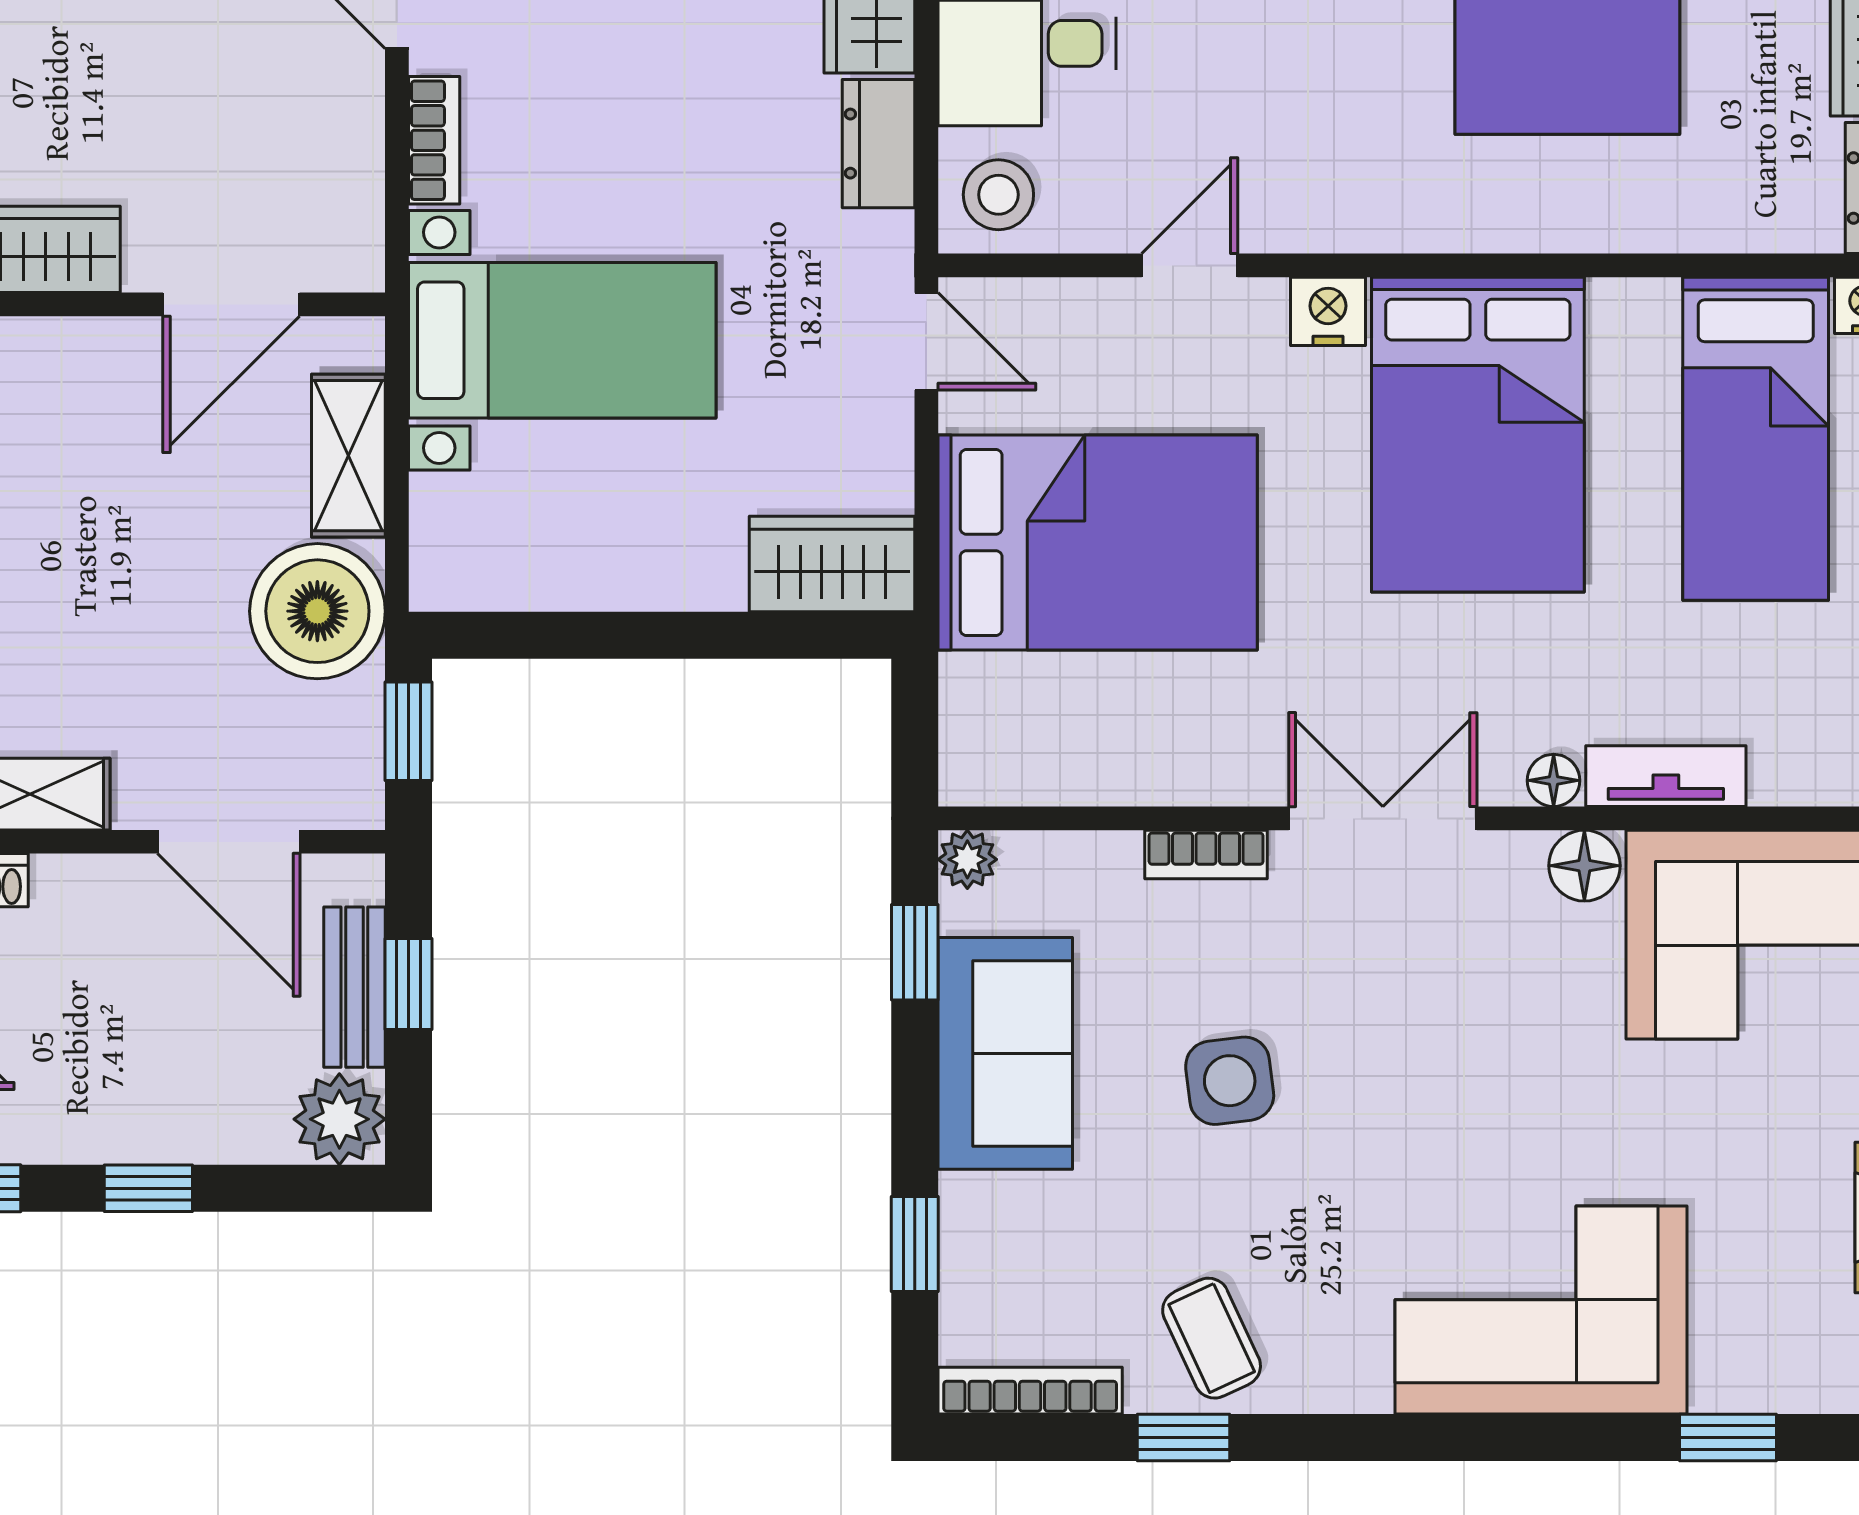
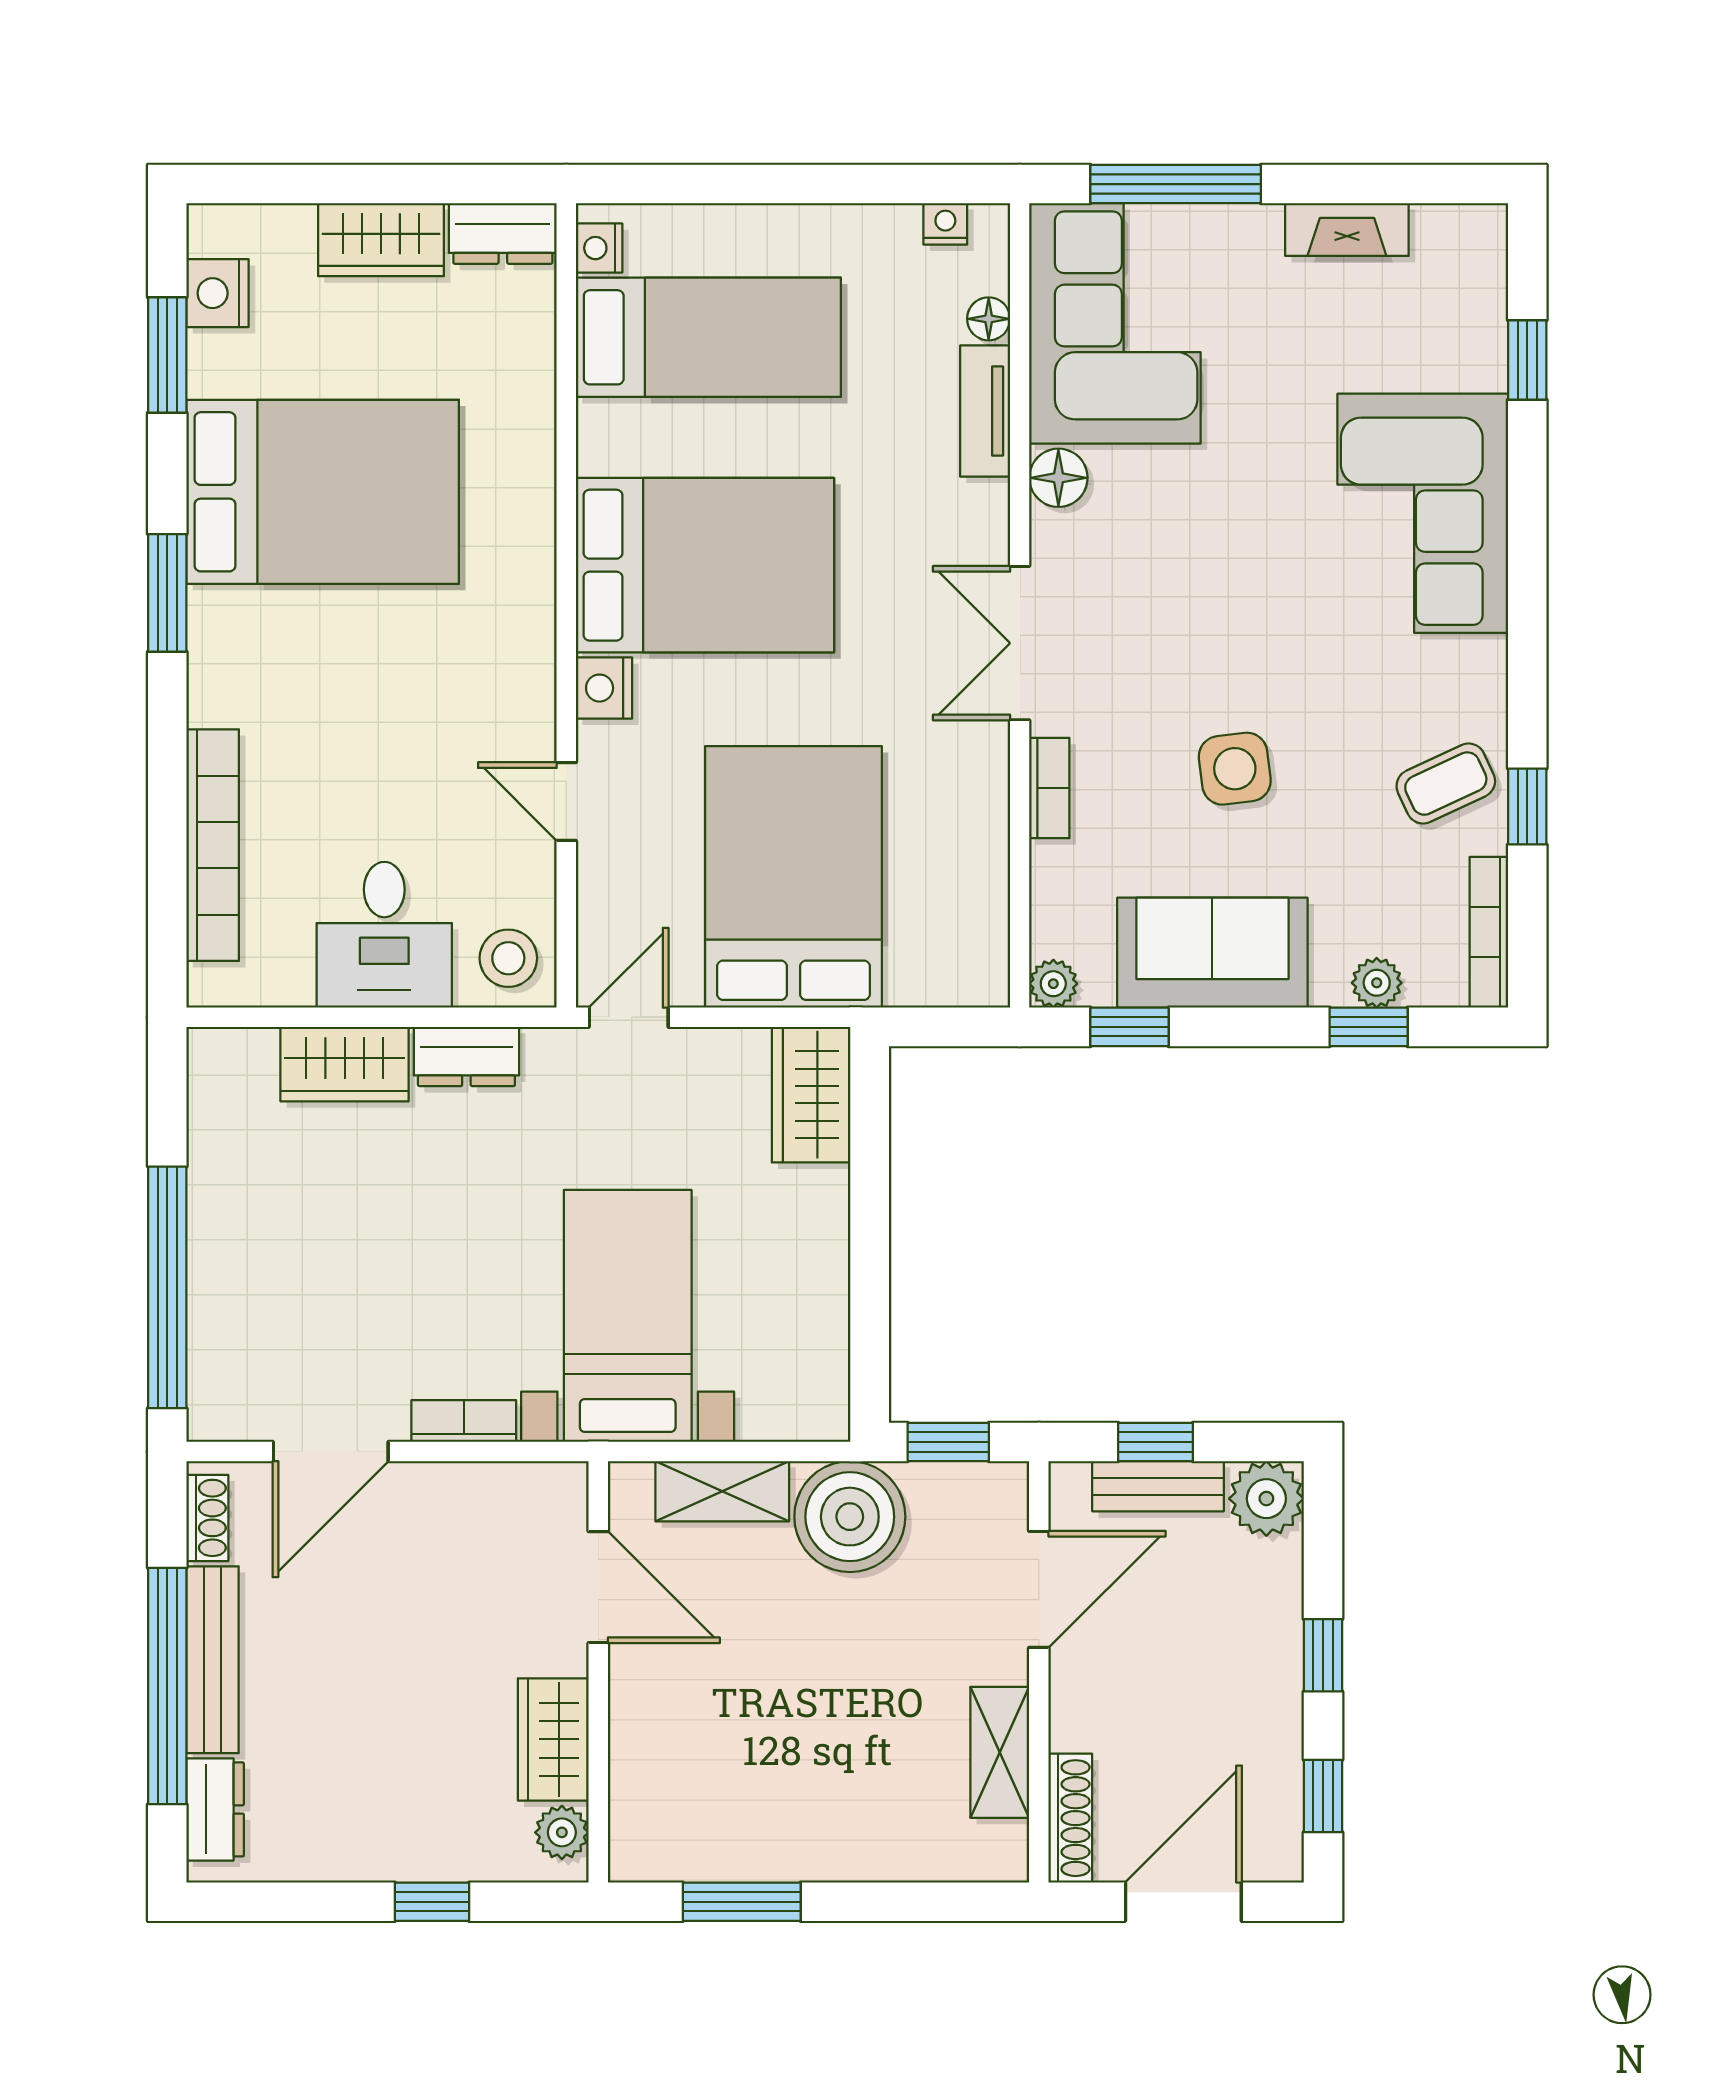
floor lamp: (1554, 780) -> (989, 319), moved
plant: (969, 1254) -> (1377, 983), added

